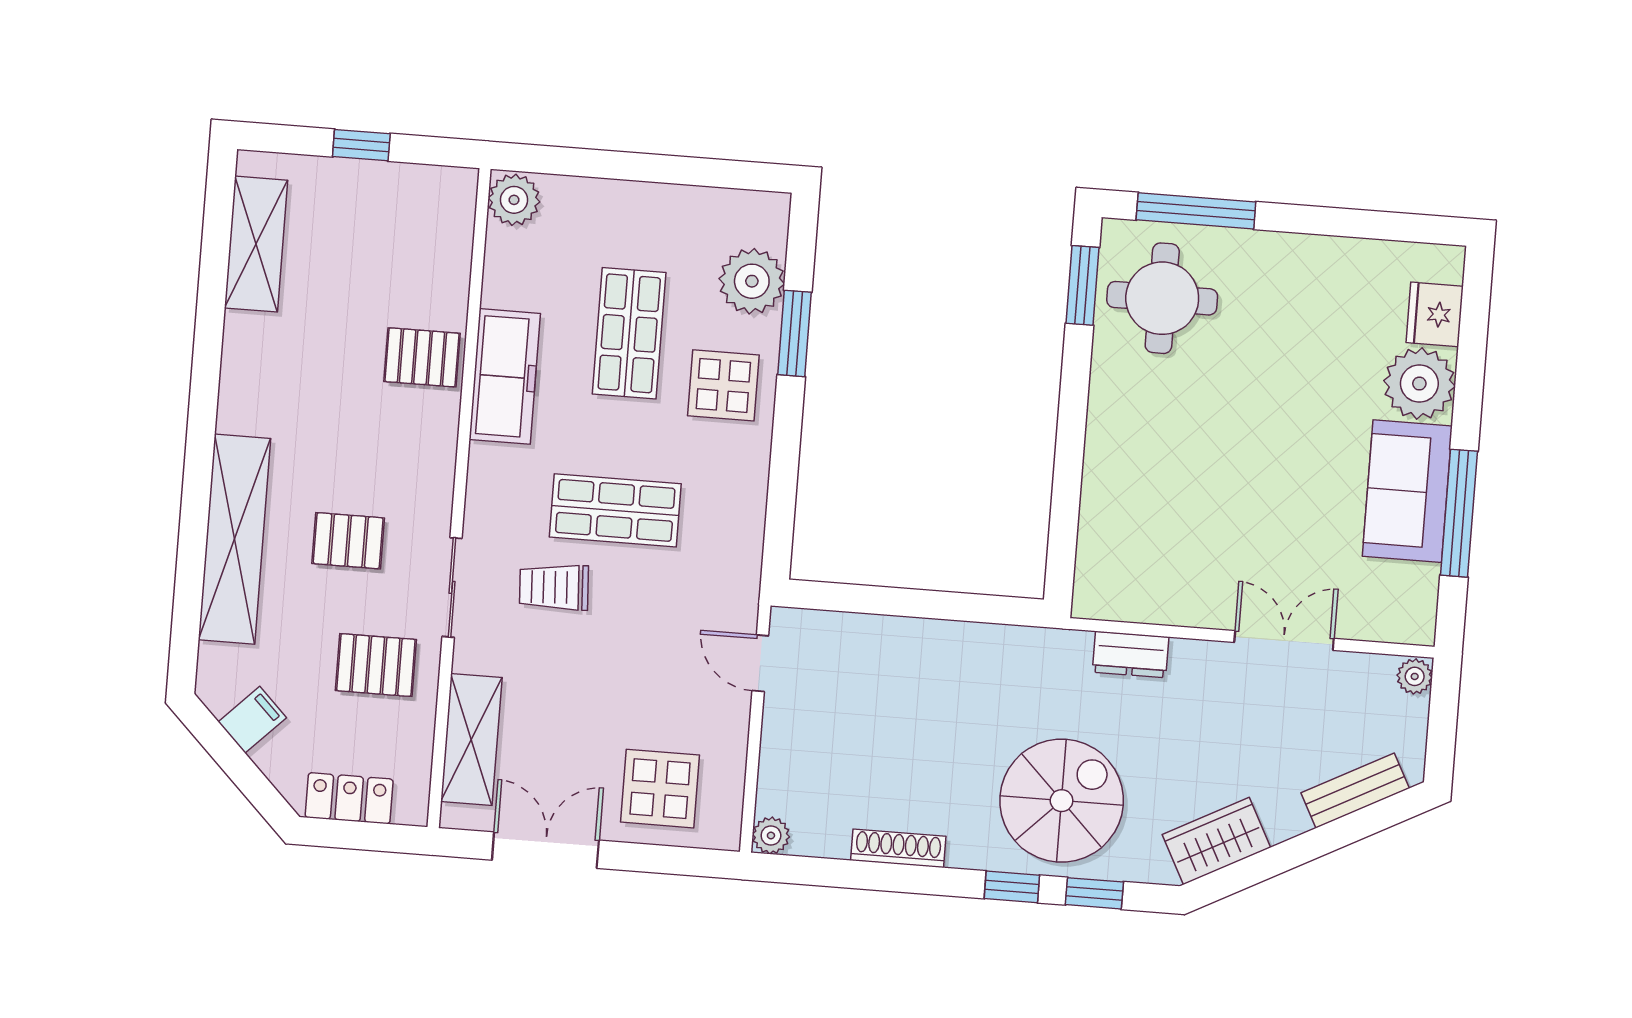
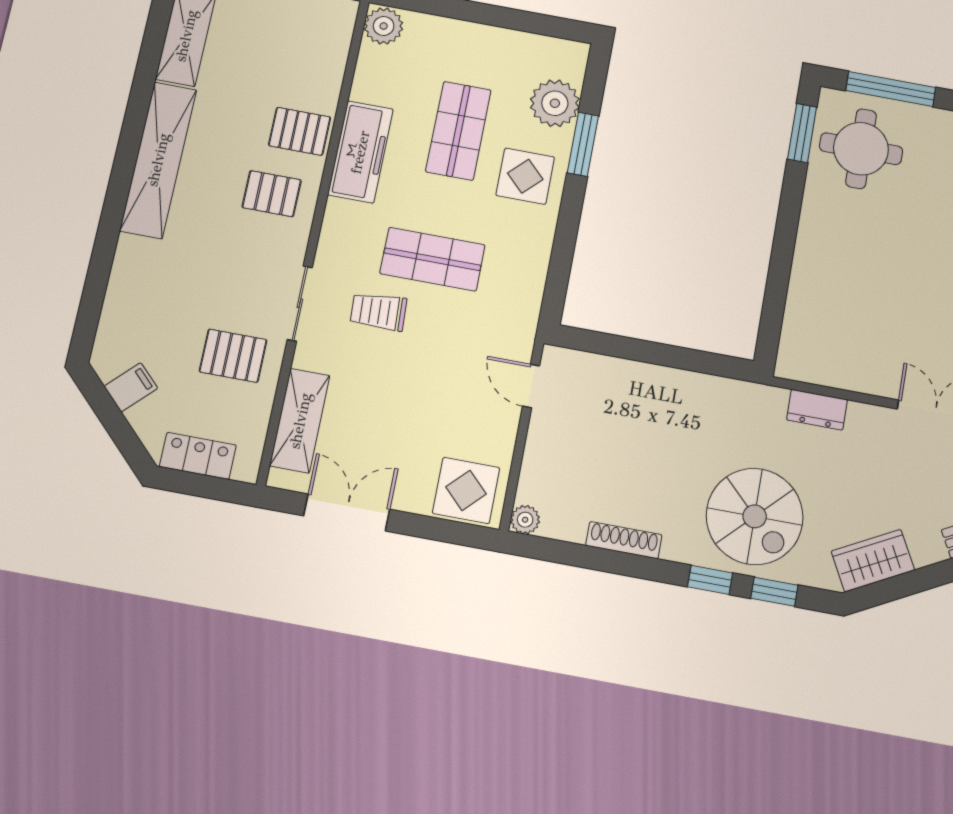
shelving: (235, 539) -> (158, 160), moved
pallet: (348, 541) -> (272, 194), moved
display table: (660, 789) -> (466, 490), moved
spiral stairs: (1062, 801) -> (755, 516), turned 90

